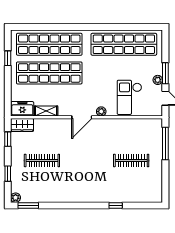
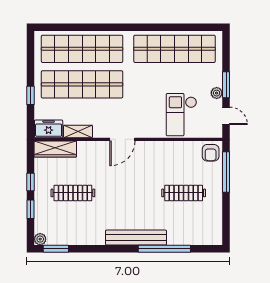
window: (8, 58) -> (31, 95), moved
plant: (101, 111) -> (146, 132), removed
wardrobe: (22, 125) -> (55, 149), width x1.50
armchair: (153, 128) -> (211, 153), added
window: (8, 139) -> (31, 182), moved
bench: (93, 196) -> (136, 238), added
window: (116, 205) -> (164, 249), width x3.17

